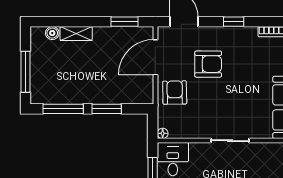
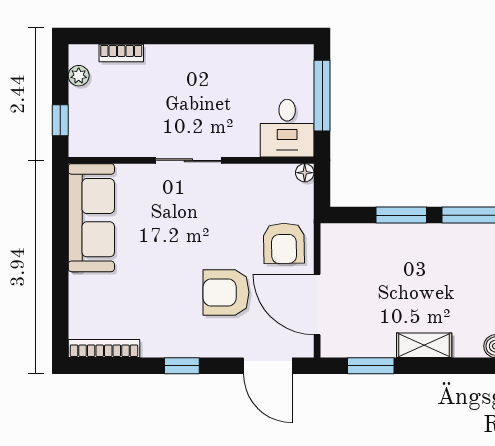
shelving: (76, 34) -> (424, 345), moved
door: (155, 57) -> (317, 304), swing flipped

